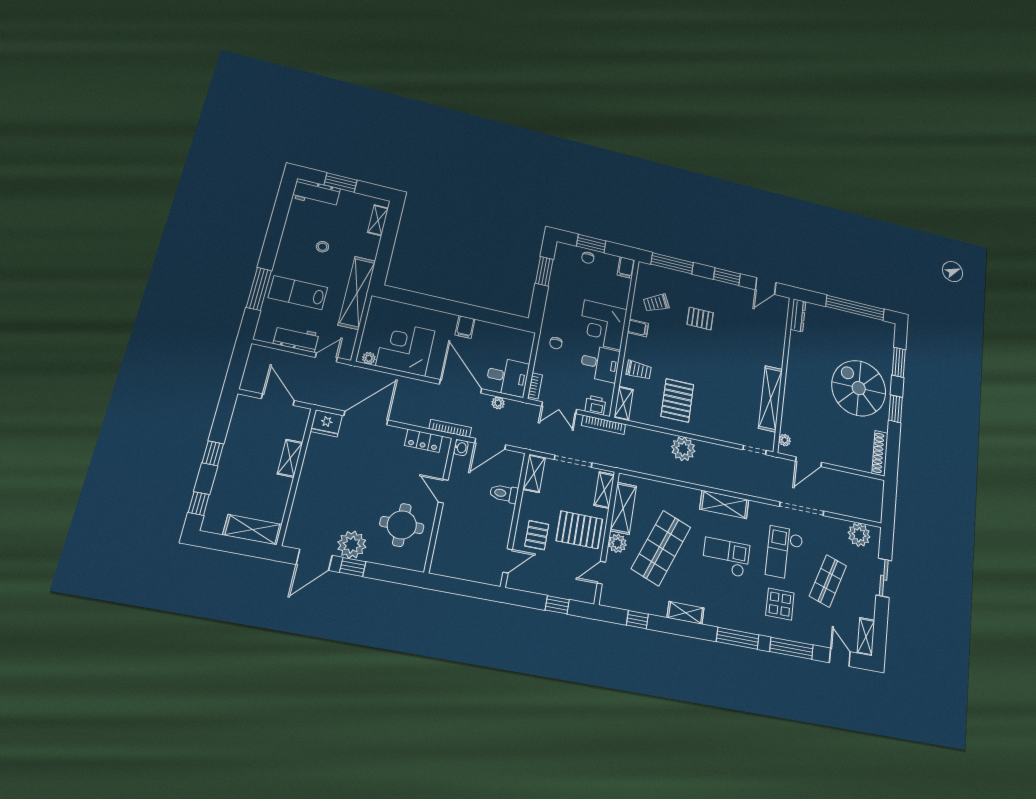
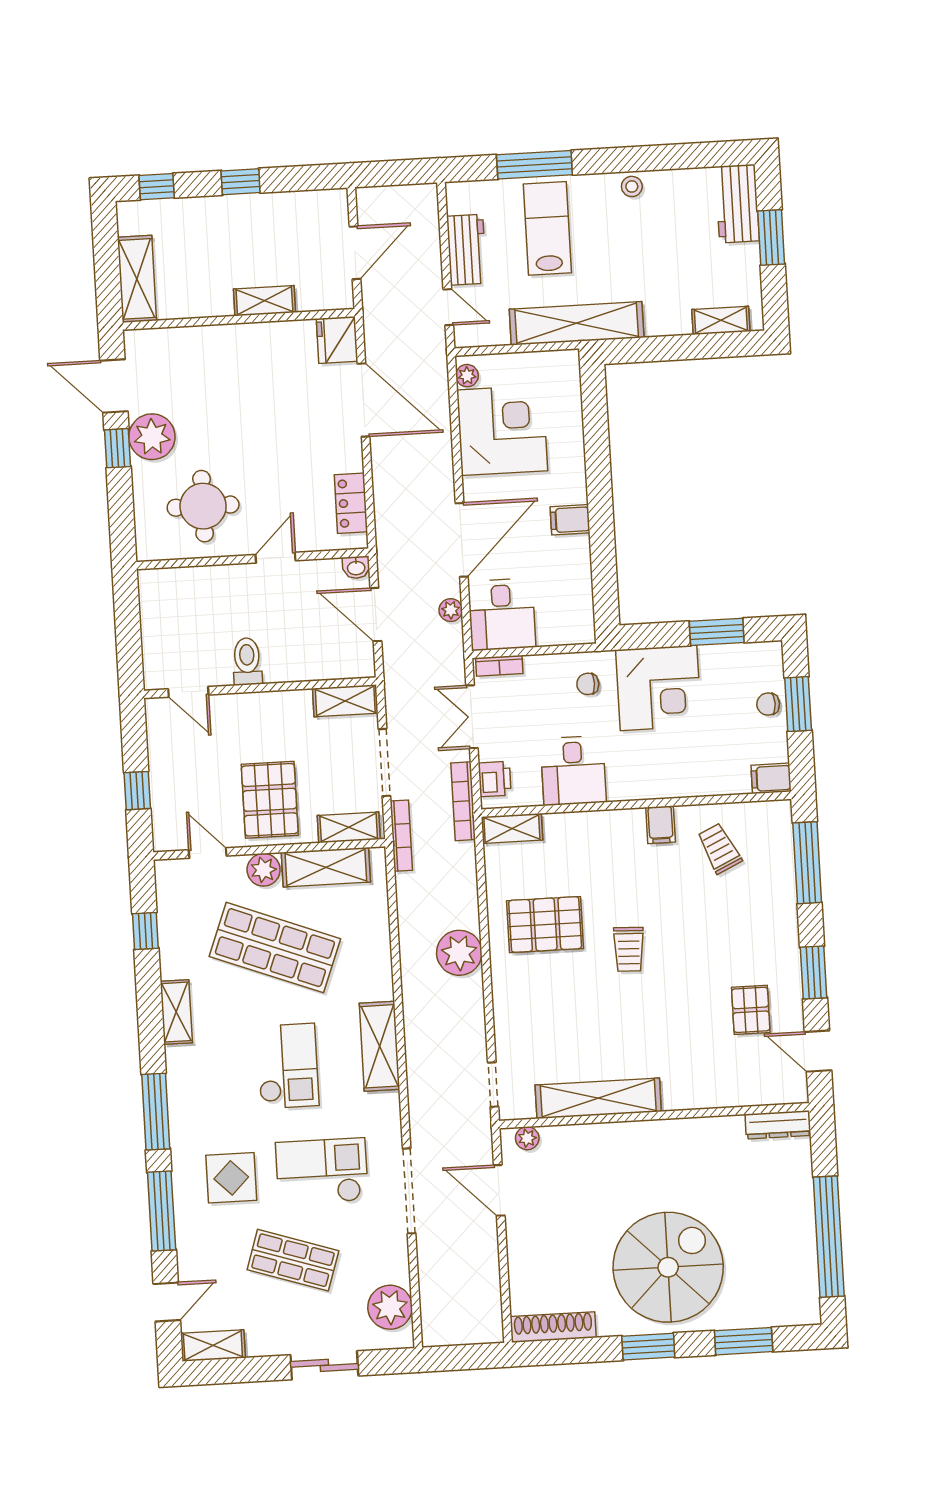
stool: (322, 247) -> (632, 186), moved
pallet: (700, 319) -> (751, 1010), moved
corner desk: (603, 325) -> (658, 688), moved, turned 180
trolley: (639, 370) -> (629, 949), moved
bookcase: (450, 428) -> (401, 836), moved
toilet: (504, 493) -> (247, 661), moved
pallet: (537, 535) -> (243, 730), removed

